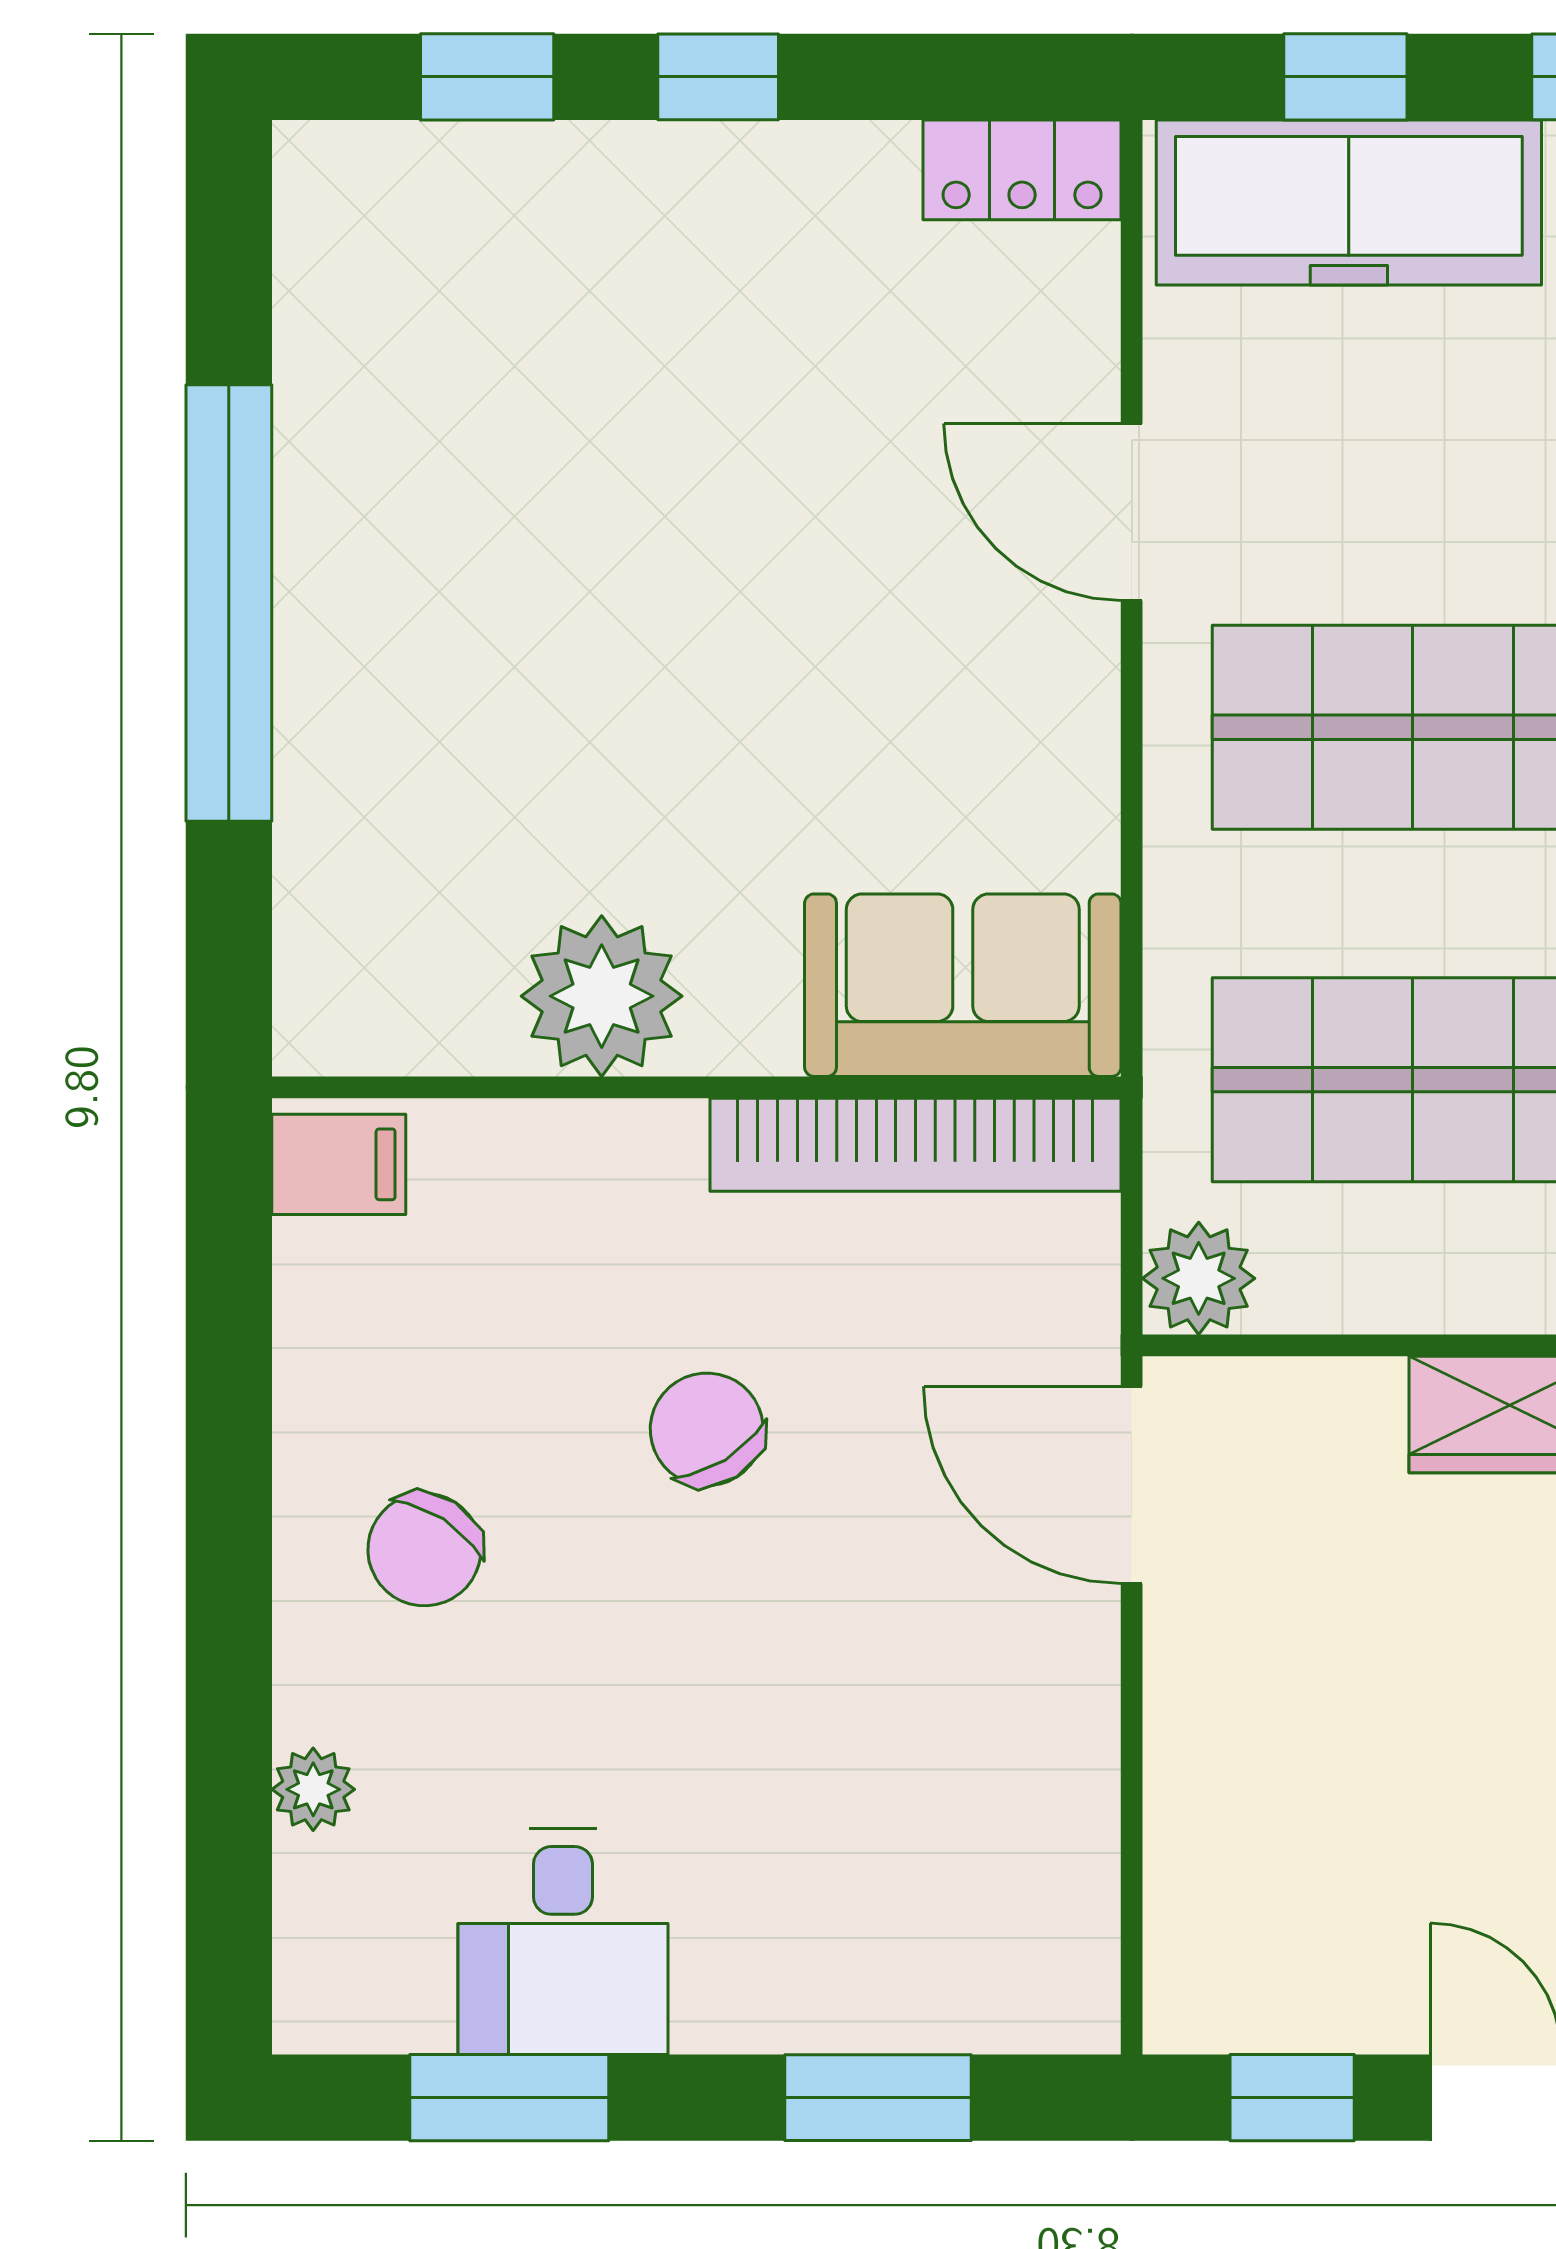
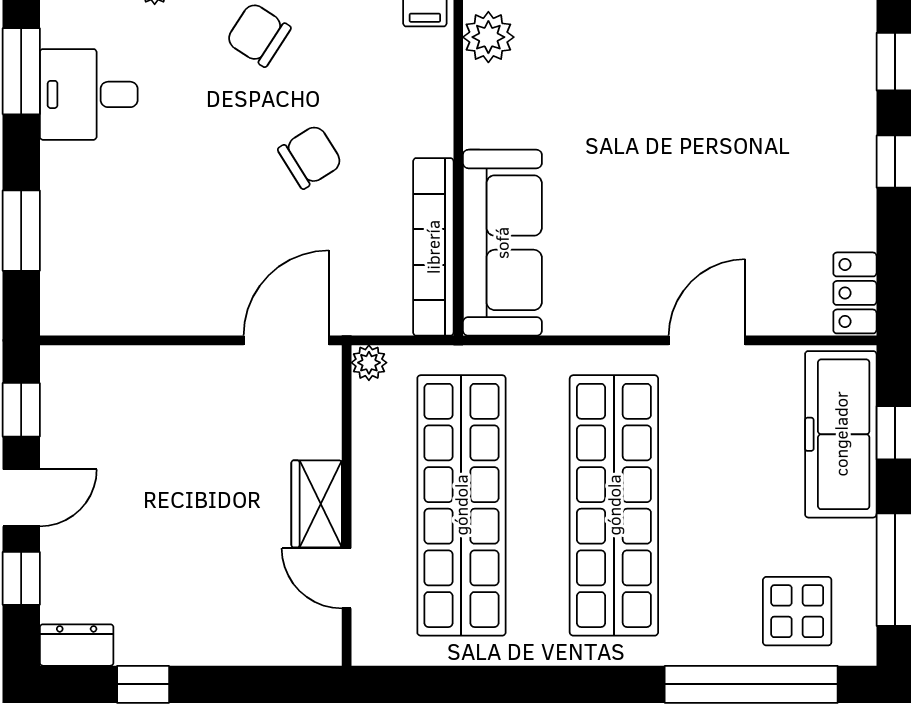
sofa: (963, 985) -> (502, 243), width x1.36
plant: (602, 996) -> (488, 37), moved, width x0.73, depth x0.73
plant: (1199, 1278) -> (369, 363), width x0.73, depth x0.73

